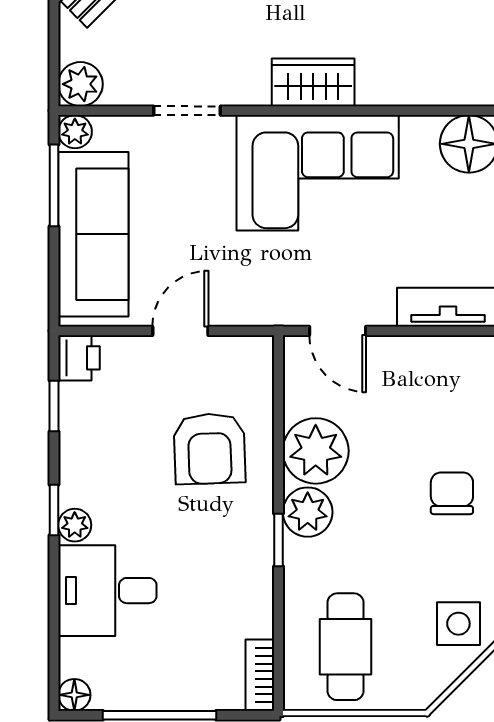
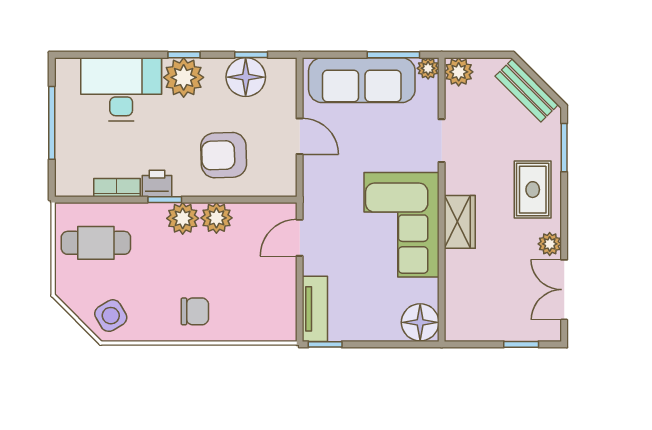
printer: (79, 358) -> (157, 183), moved, turned 180
plant: (316, 451) -> (216, 218), width x0.73, depth x0.73
plant: (75, 525) -> (184, 77), width x1.88, depth x1.88
desk: (107, 591) -> (121, 89), width x1.37
side table: (458, 624) -> (111, 316), turned -31
bookcase: (260, 675) -> (117, 188), moved
floor lamp: (74, 695) -> (246, 77), moved, width x1.89, depth x1.89

